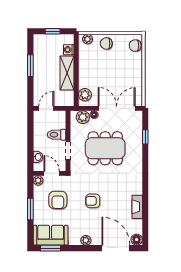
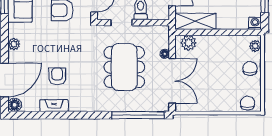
washing machine: (69, 50) -> (255, 23), moved
shelving: (67, 73) -> (195, 21), moved
plant: (83, 117) -> (162, 40), removed
window: (145, 137) -> (138, 115), width x3.17
armchair: (93, 201) -> (57, 76), moved

